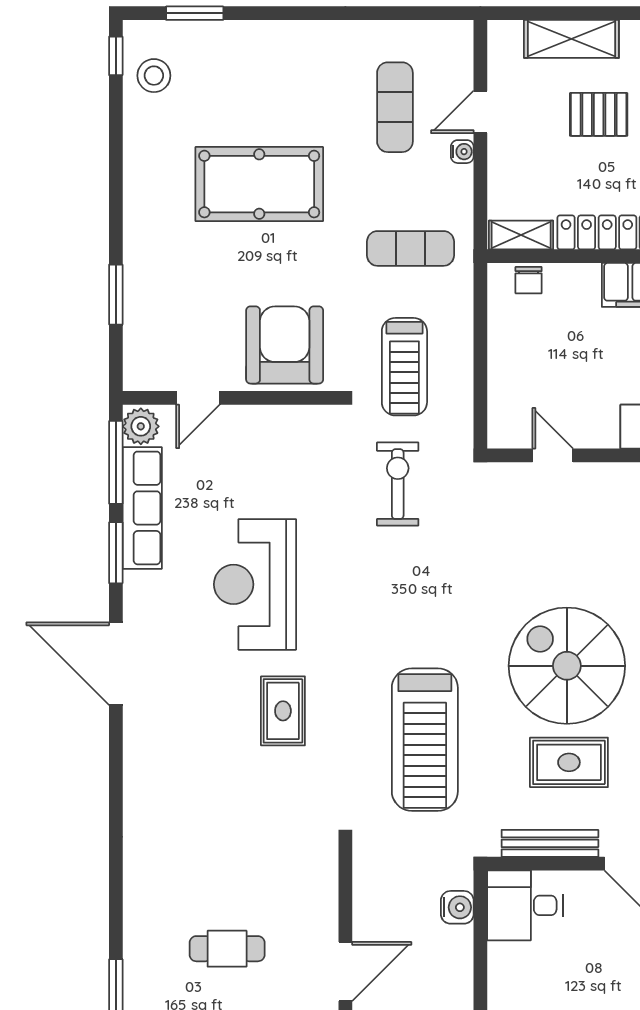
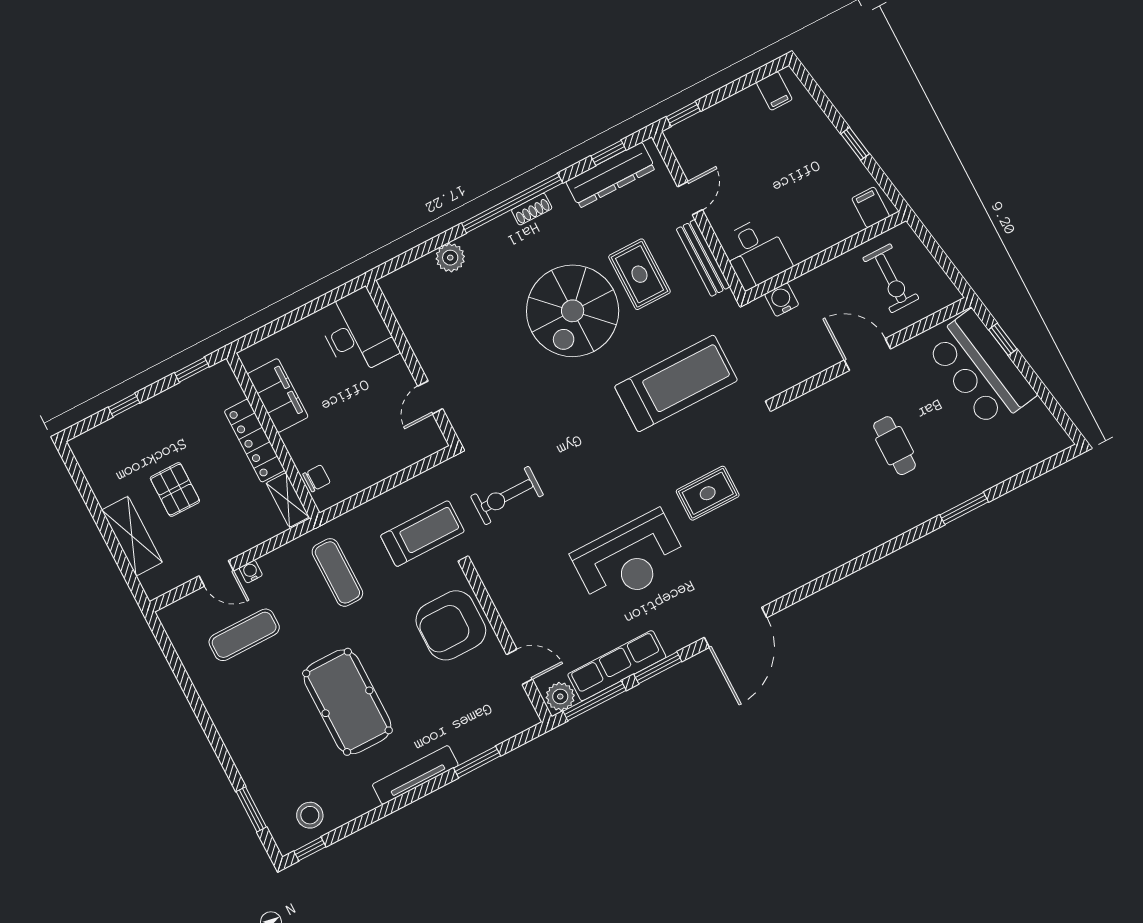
tv unit: (137, 218) -> (415, 775), added

